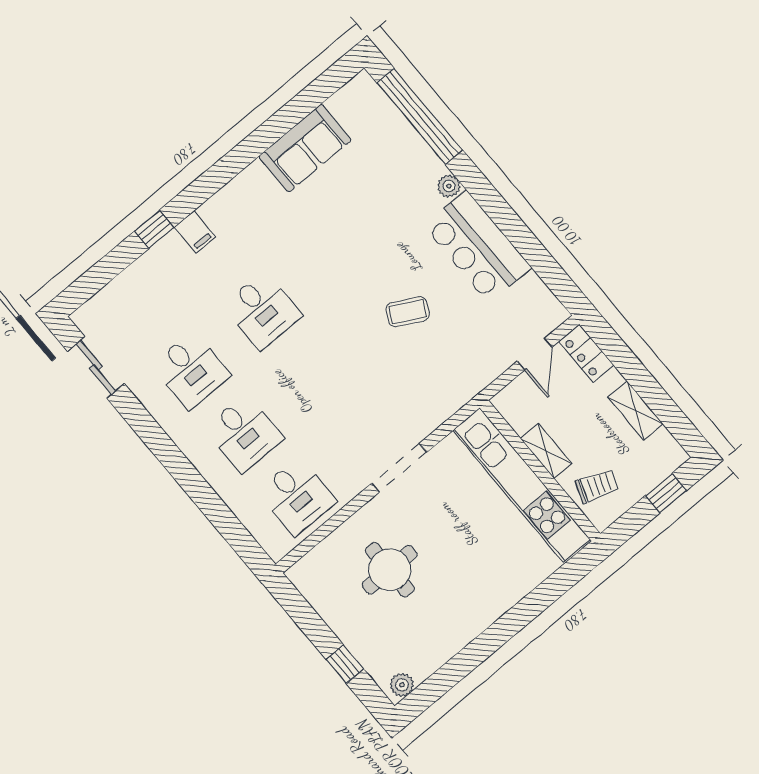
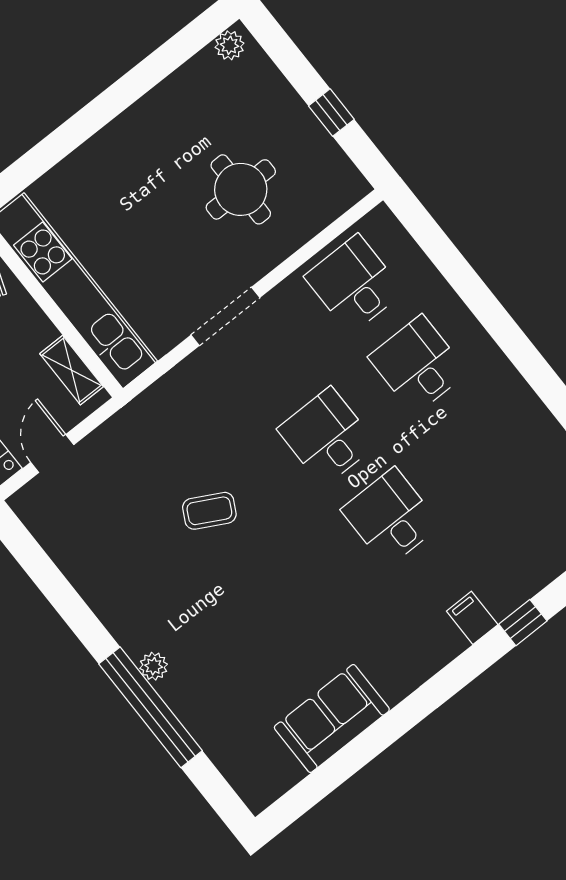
window: (420, 116) -> (150, 707), moved
bar counter: (477, 247) -> (120, 590), removed
desk: (191, 370) -> (327, 437), moved
shelving: (546, 451) -> (72, 370), moved
window: (345, 664) -> (331, 113), moved

